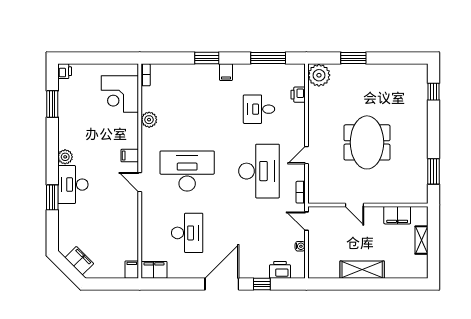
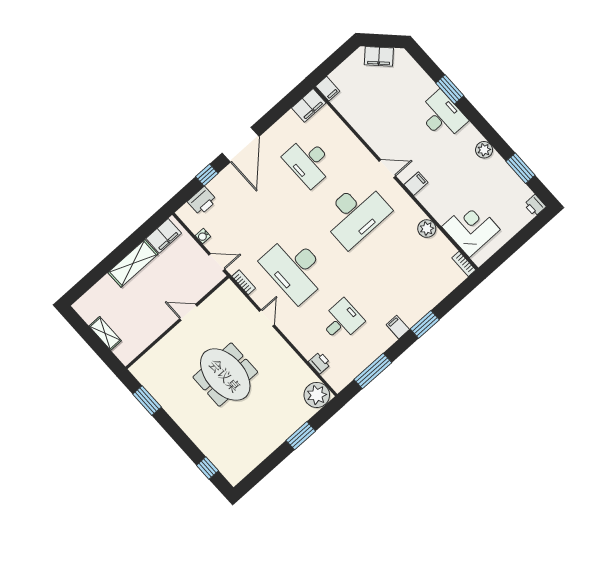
plant: (65, 157) -> (484, 150), moved
filing cabinet: (397, 215) -> (164, 236), moved, turned 180

